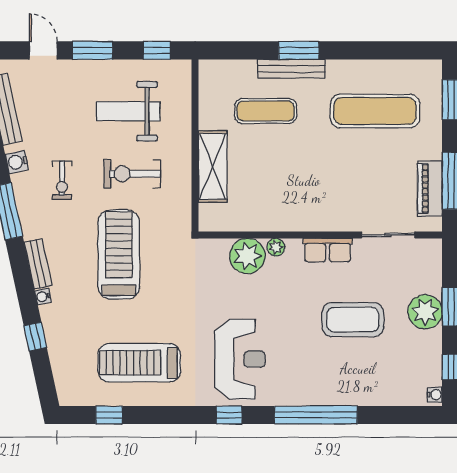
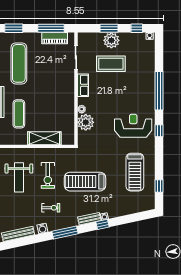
coffee table: (353, 320) -> (111, 64), moved, turned 90
window: (35, 337) -> (103, 224), moved

